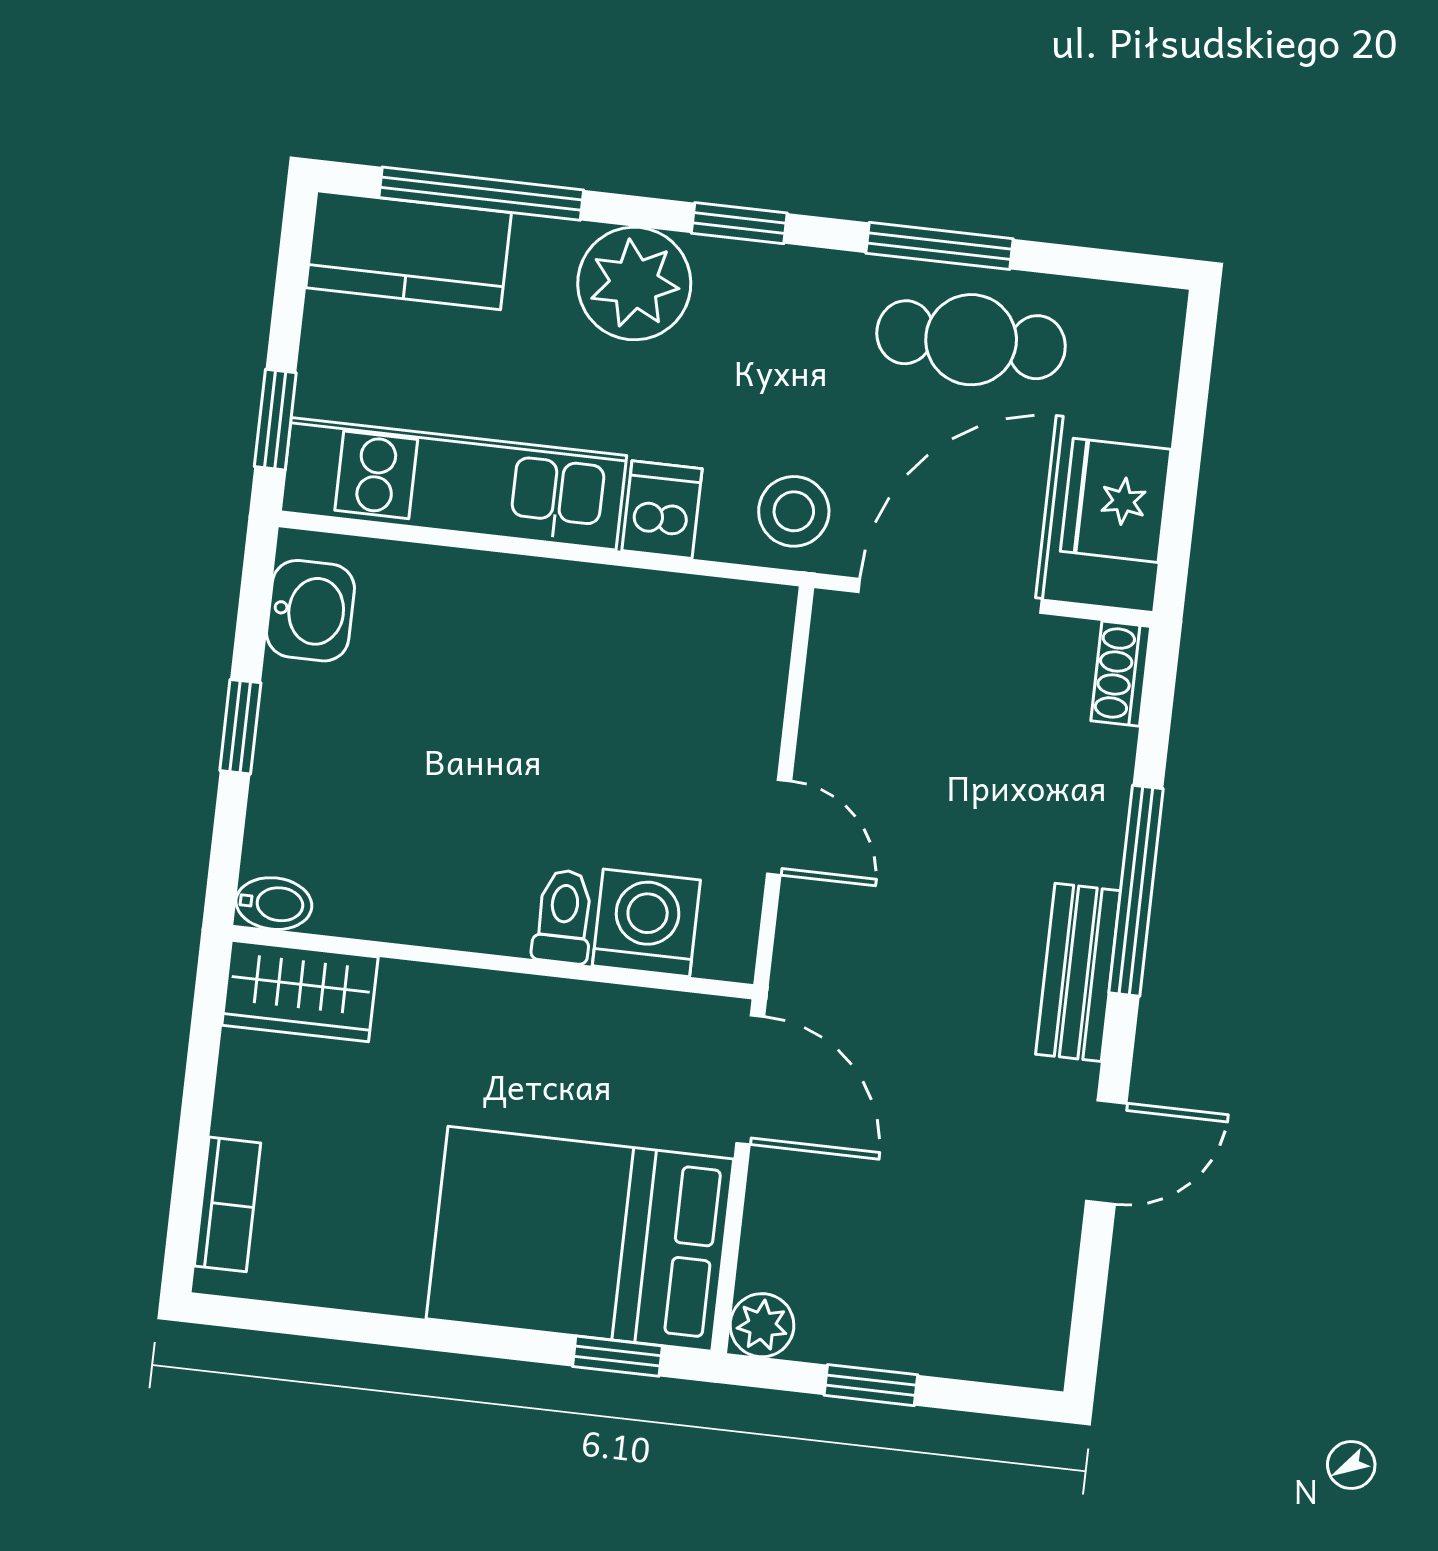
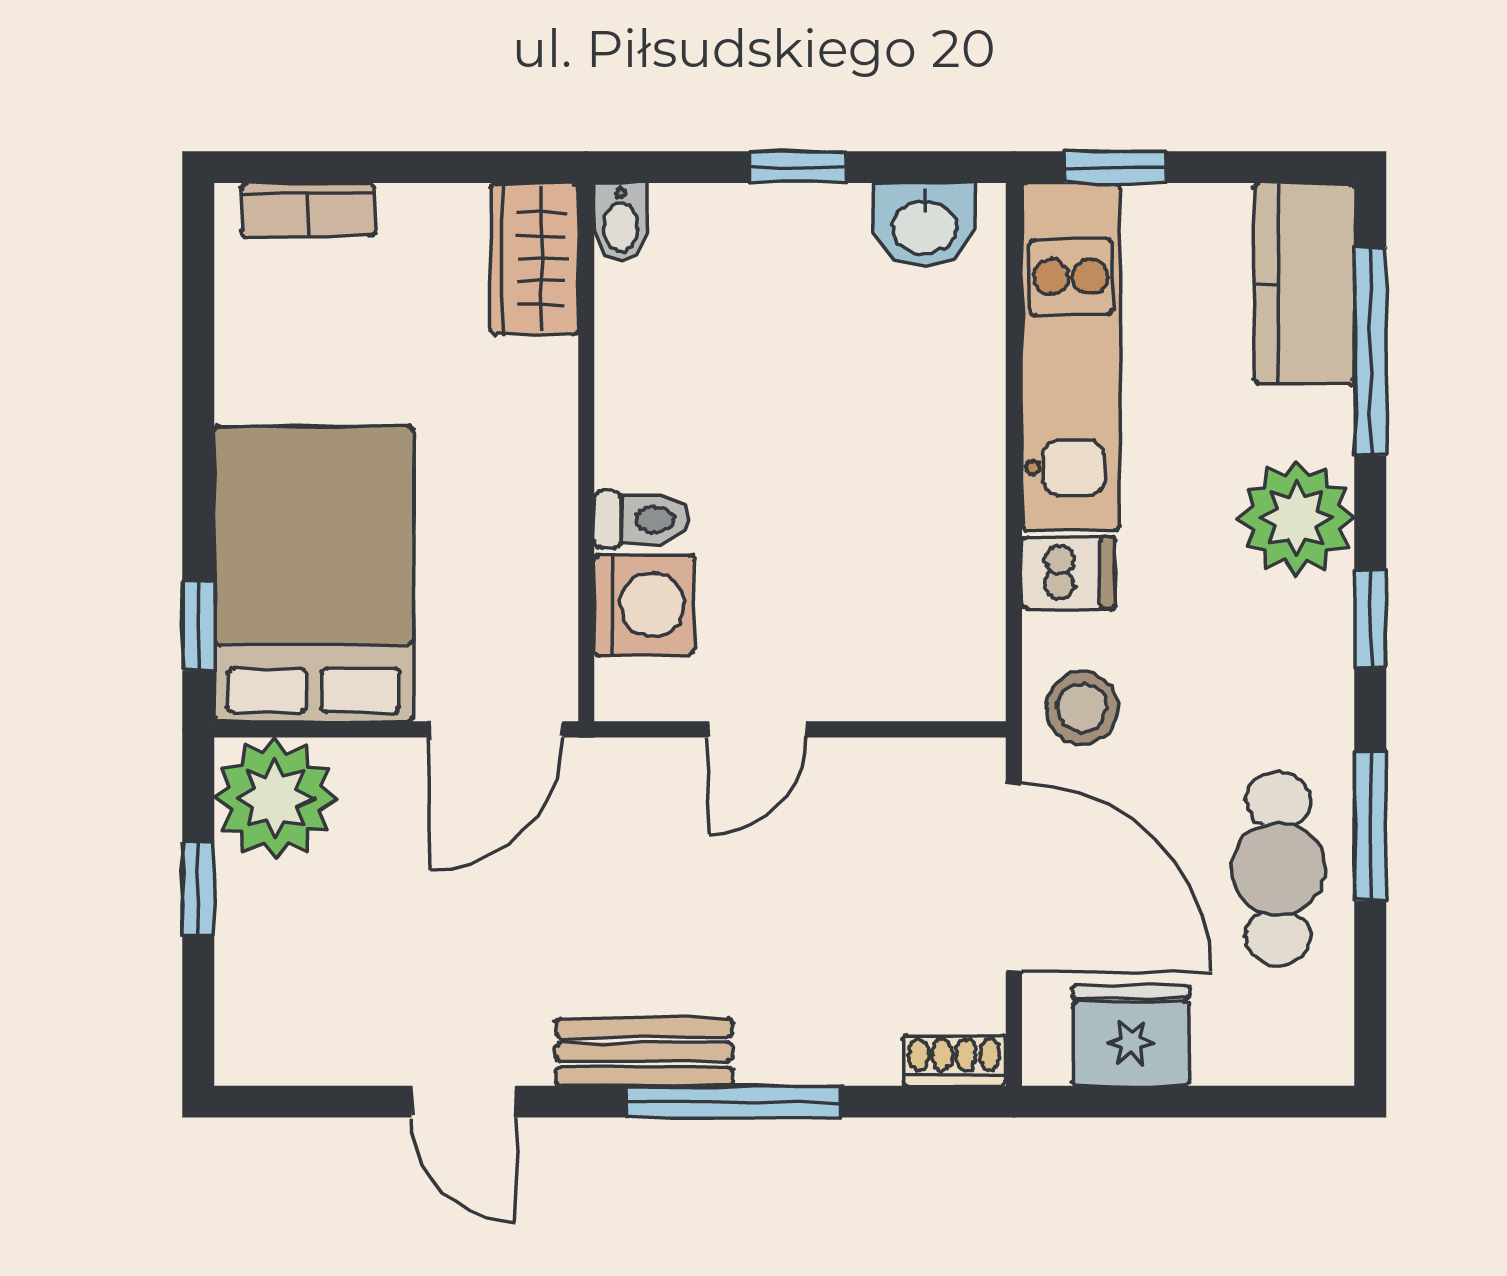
plant: (762, 1325) -> (275, 799), width x1.87, depth x1.87

